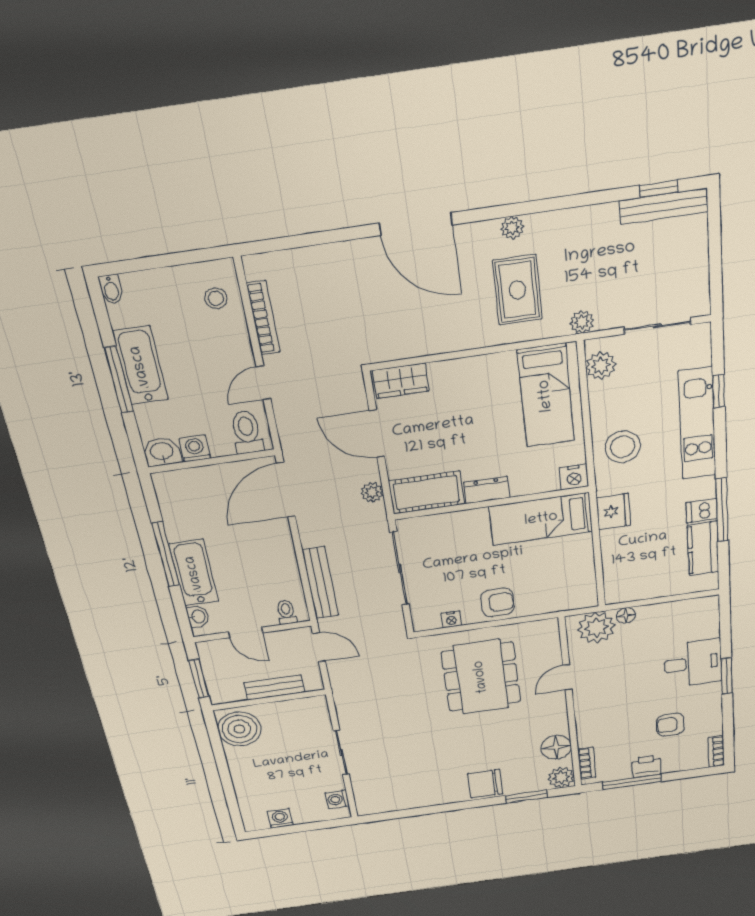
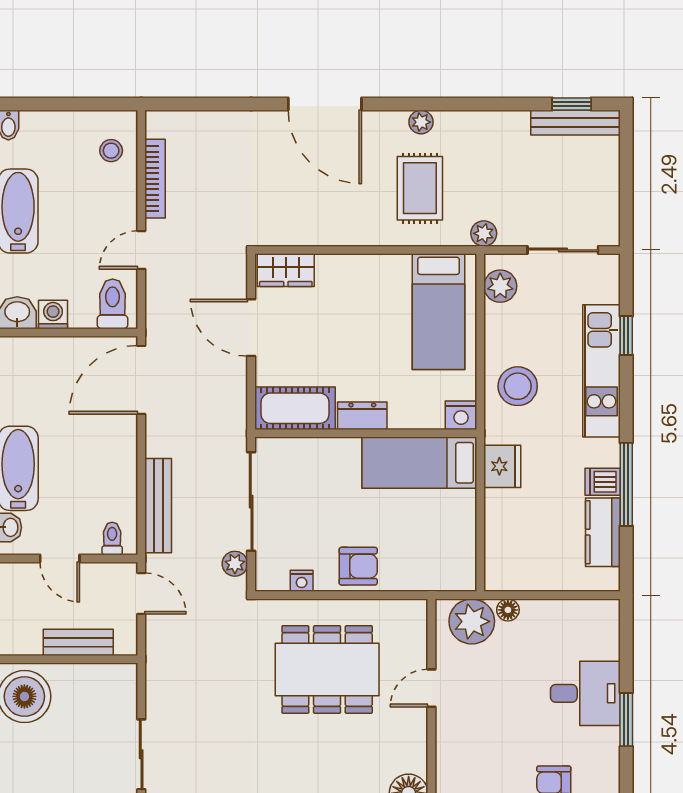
plant: (372, 492) -> (235, 564), moved
dining table: (481, 677) -> (327, 669), turned 90

